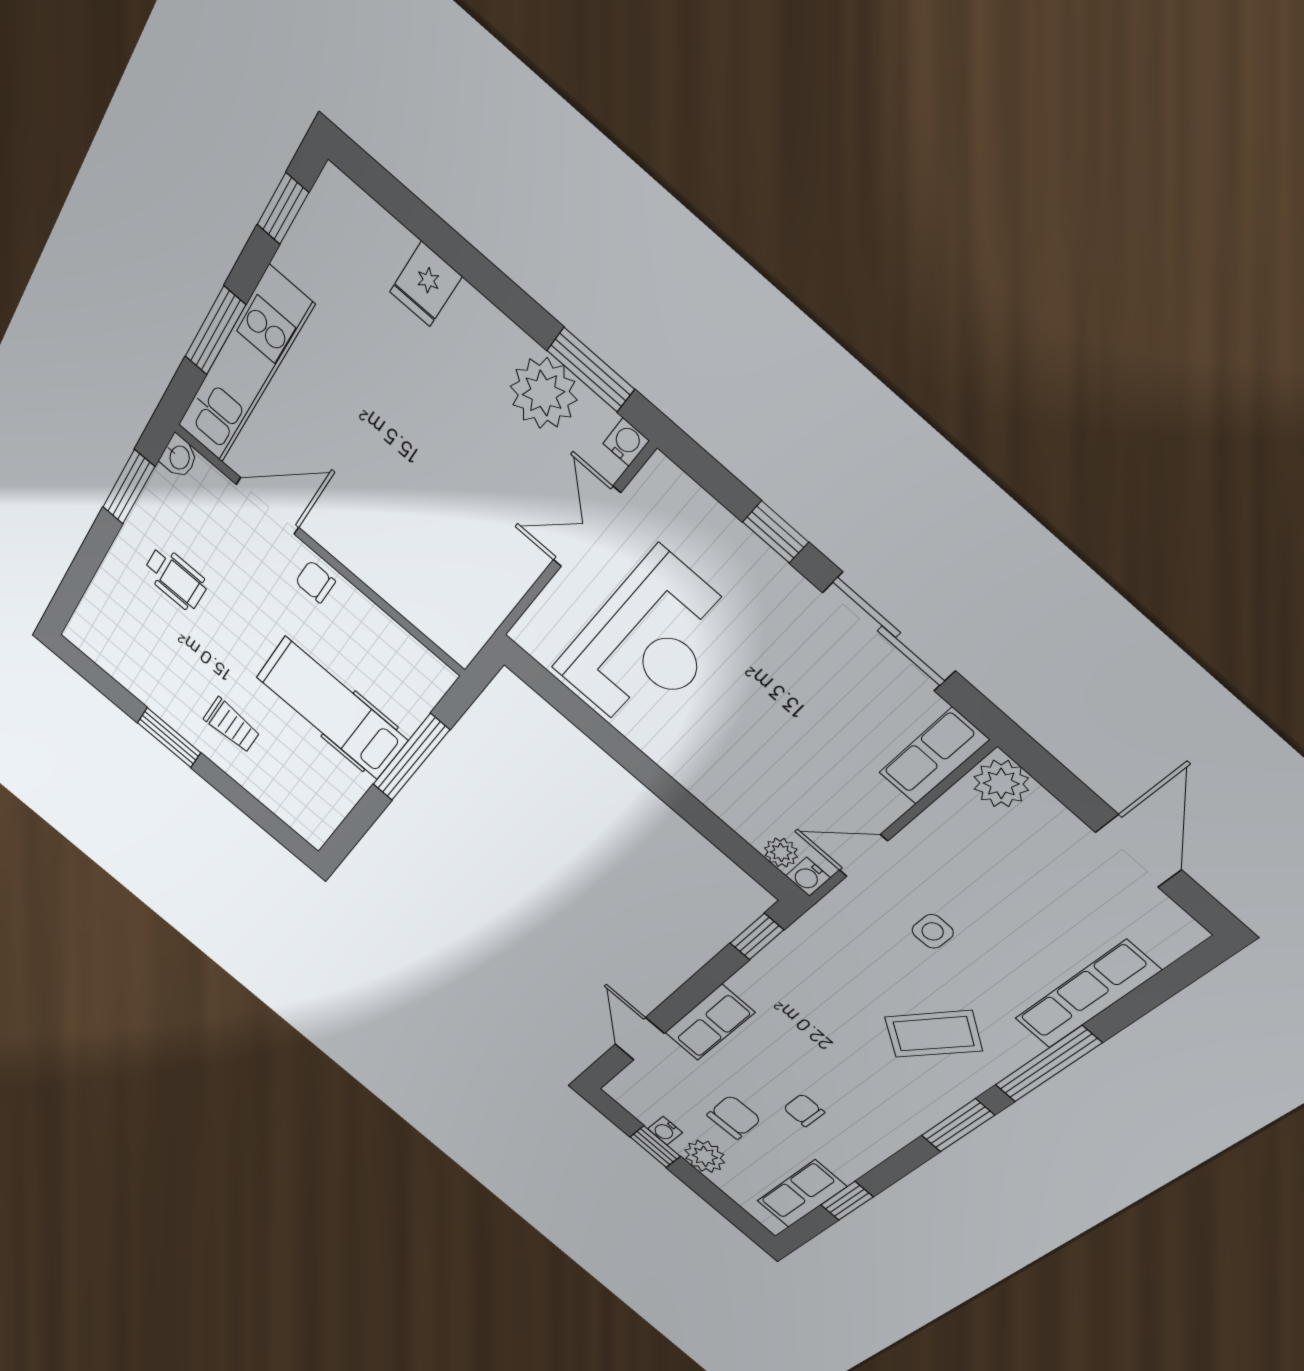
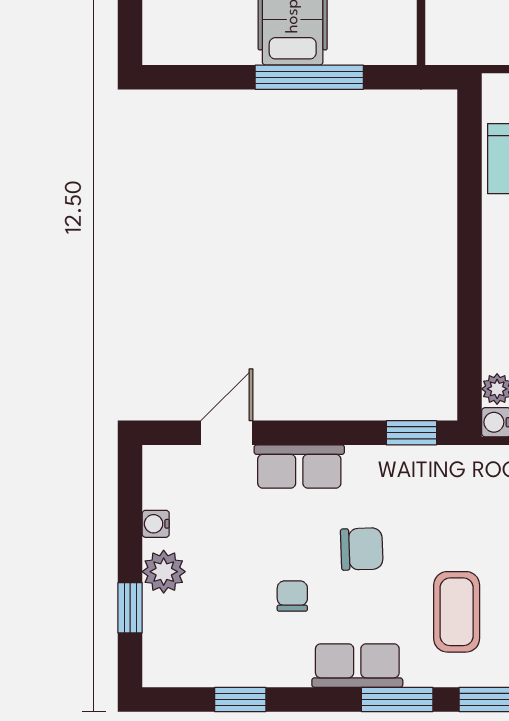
coffee table: (933, 1034) -> (457, 612), turned 56
chair: (734, 1117) -> (362, 549), moved
window: (655, 1147) -> (130, 608), moved
row of seats: (802, 1194) -> (357, 666), moved

